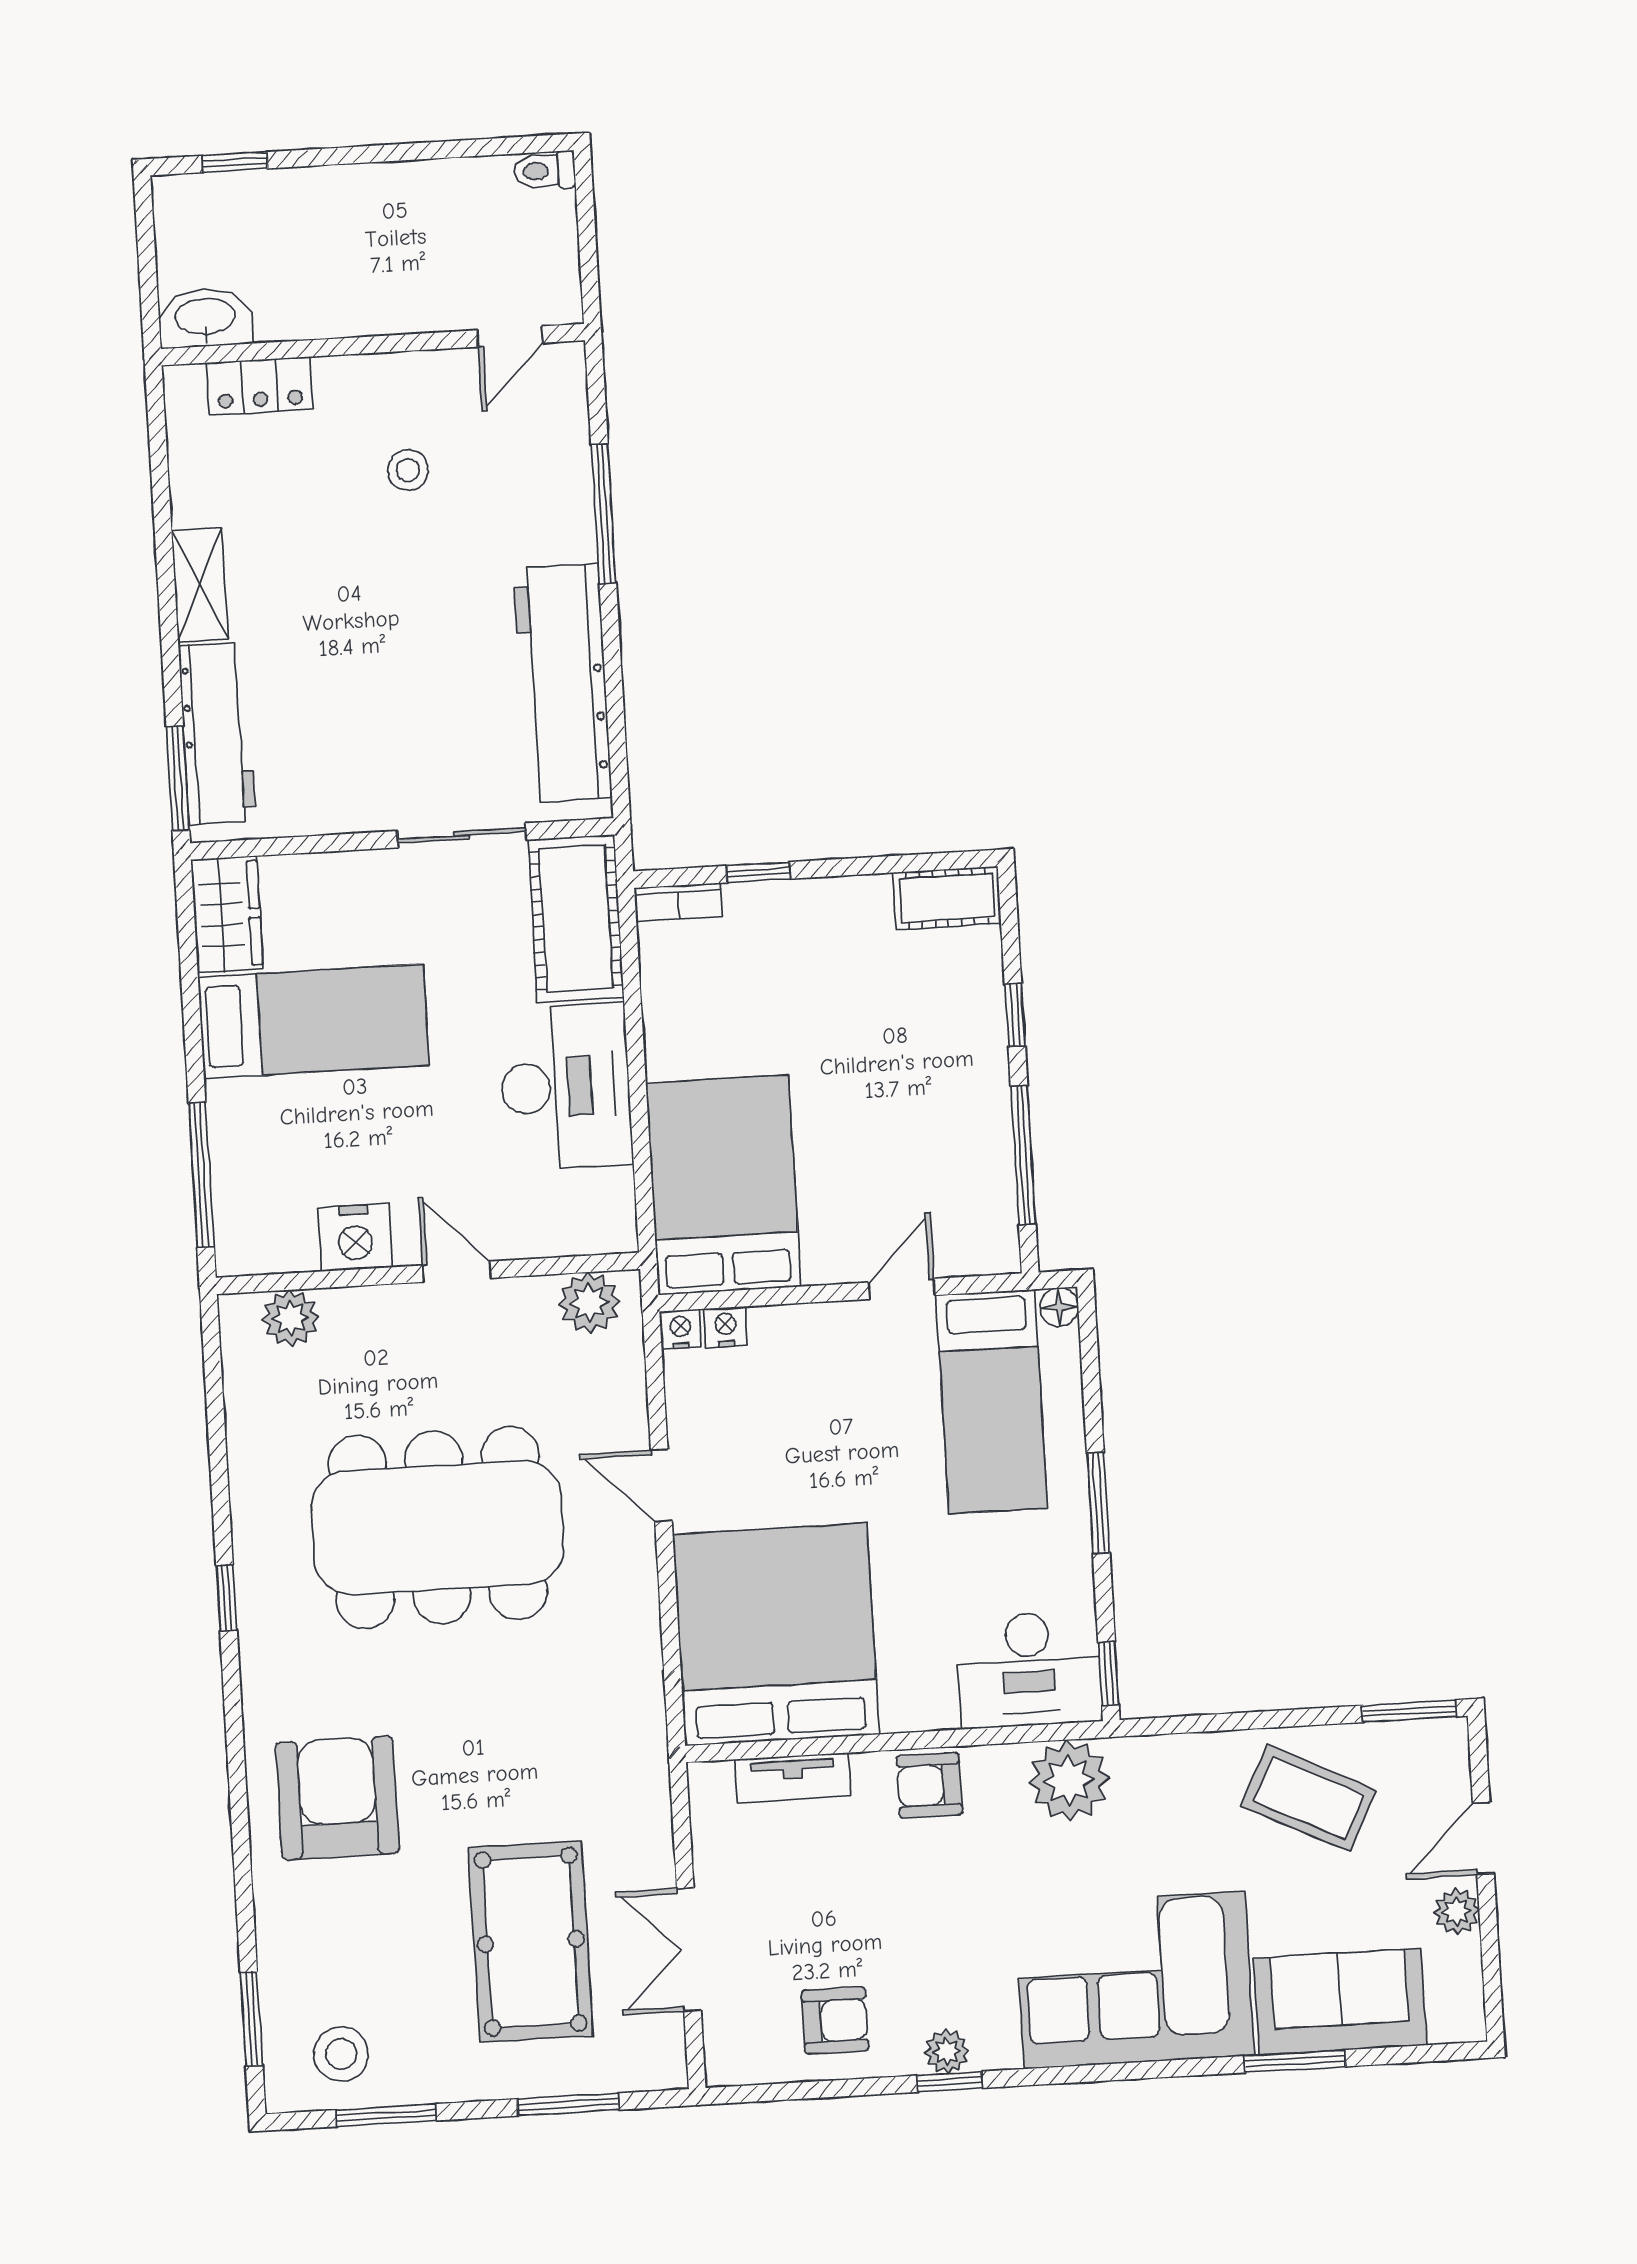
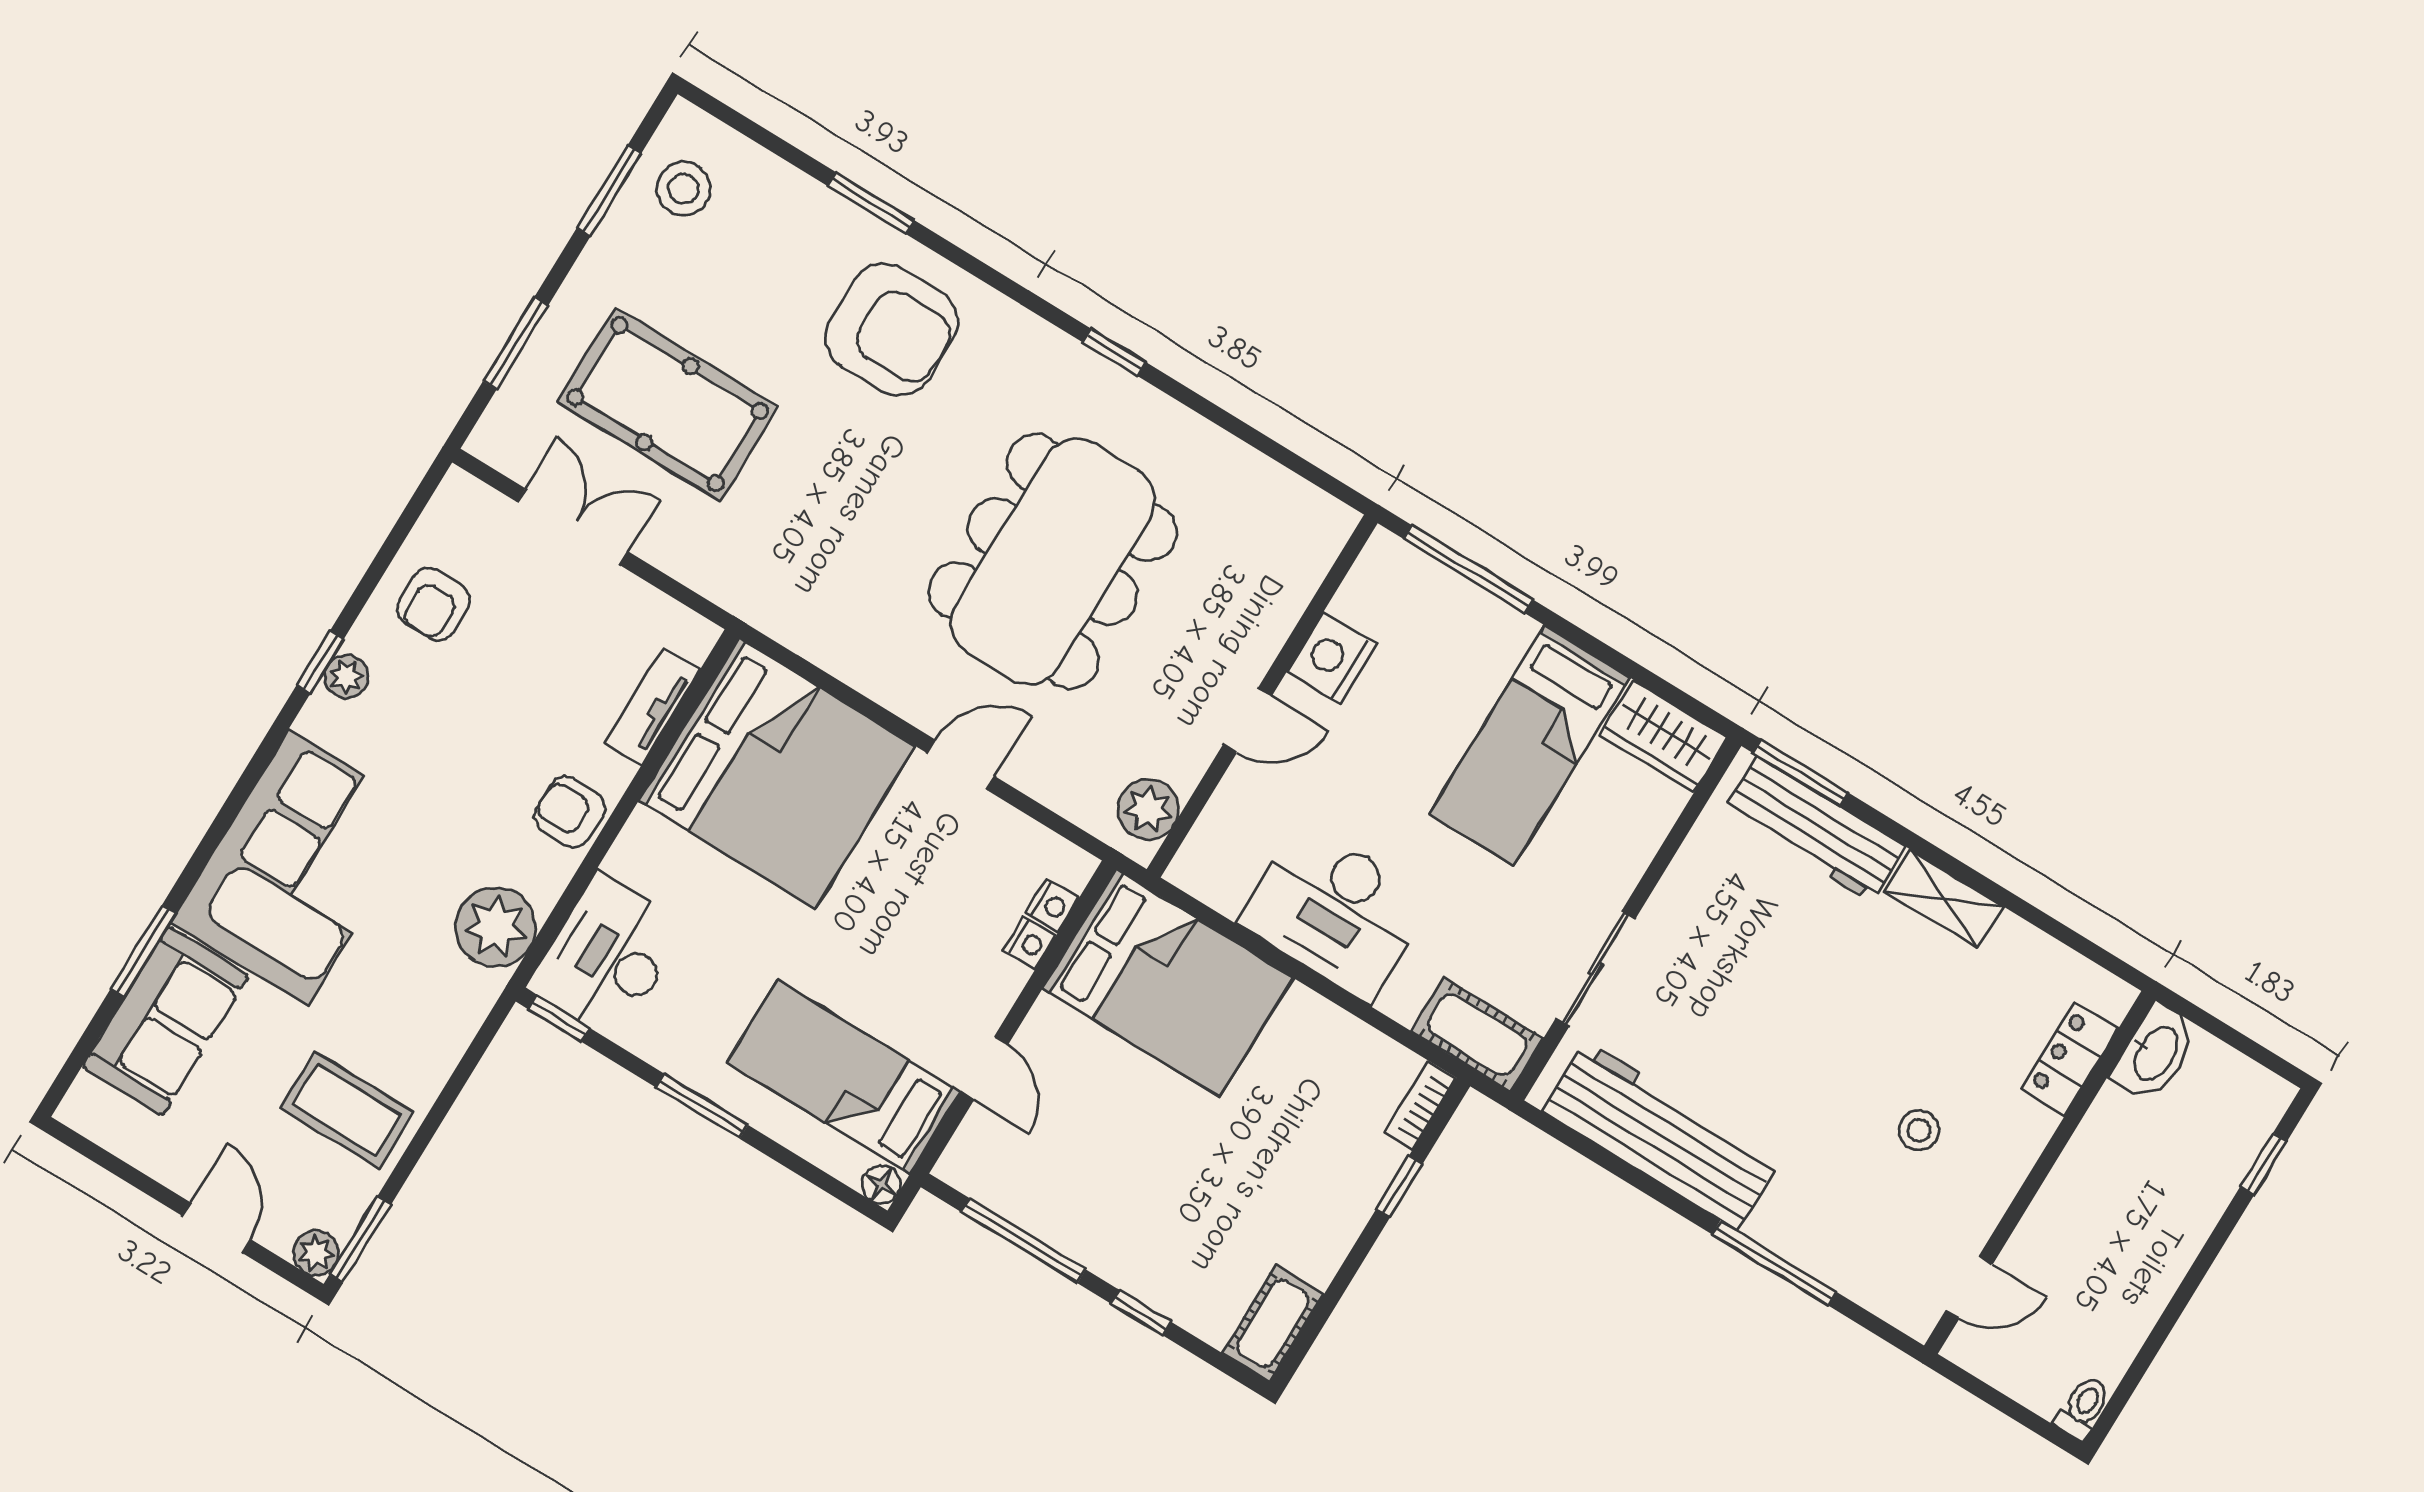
door: (510, 337) -> (1969, 1287), swing flipped
cot: (576, 919) -> (1477, 1034), width x0.73, depth x0.75
plant: (290, 1318) -> (1303, 561), removed
nightstand: (680, 1329) -> (1030, 943), moved
armchair: (929, 1785) -> (570, 812), turned -90
coffee table: (1309, 1798) -> (347, 1110), turned 64
plant: (1457, 1912) -> (316, 1253), moved
window: (252, 2019) -> (871, 203), moved

